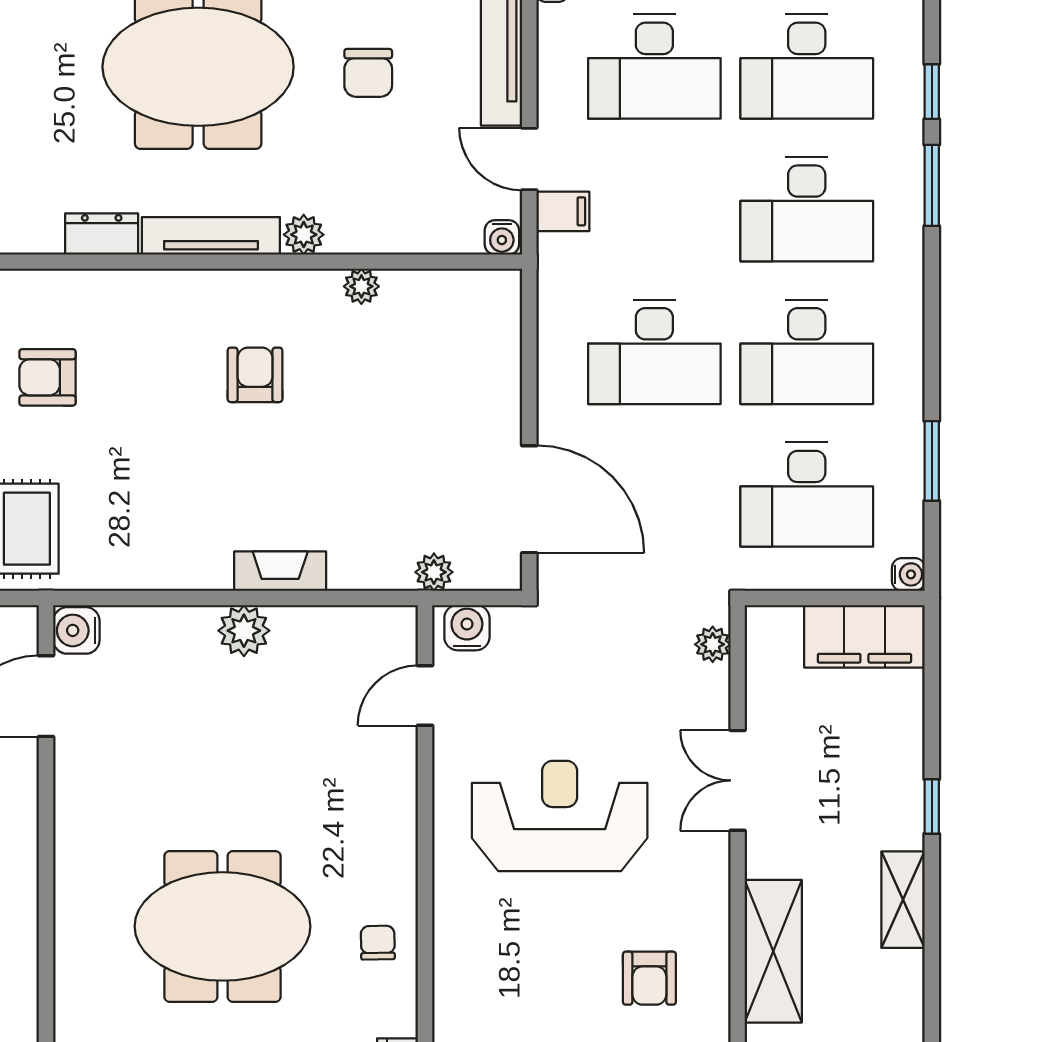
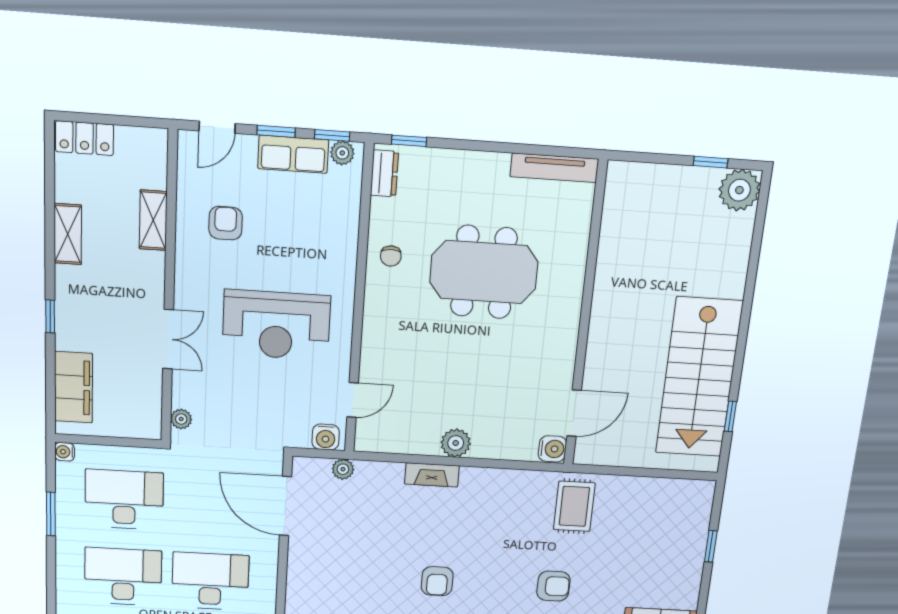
filing cabinet: (864, 636) -> (73, 387), moved, turned 90
shelving: (903, 900) -> (68, 234), moved
shelving: (773, 951) -> (153, 220), width x0.67, depth x0.75

